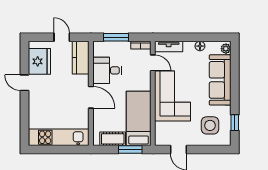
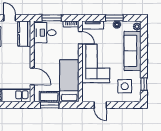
window: (197, 37) -> (114, 18), added
desk: (107, 70) -> (45, 33), moved
door: (91, 97) -> (32, 76), moved
window: (130, 150) -> (50, 105), moved

